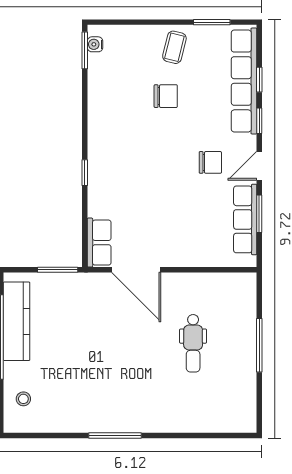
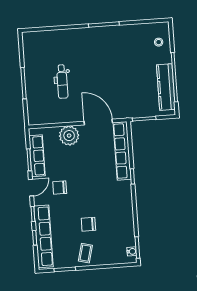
row of seats: (99, 243) -> (122, 151), width x2.02
plant: (188, 250) -> (69, 136), added
dental chair: (193, 343) -> (62, 82), turned 180

